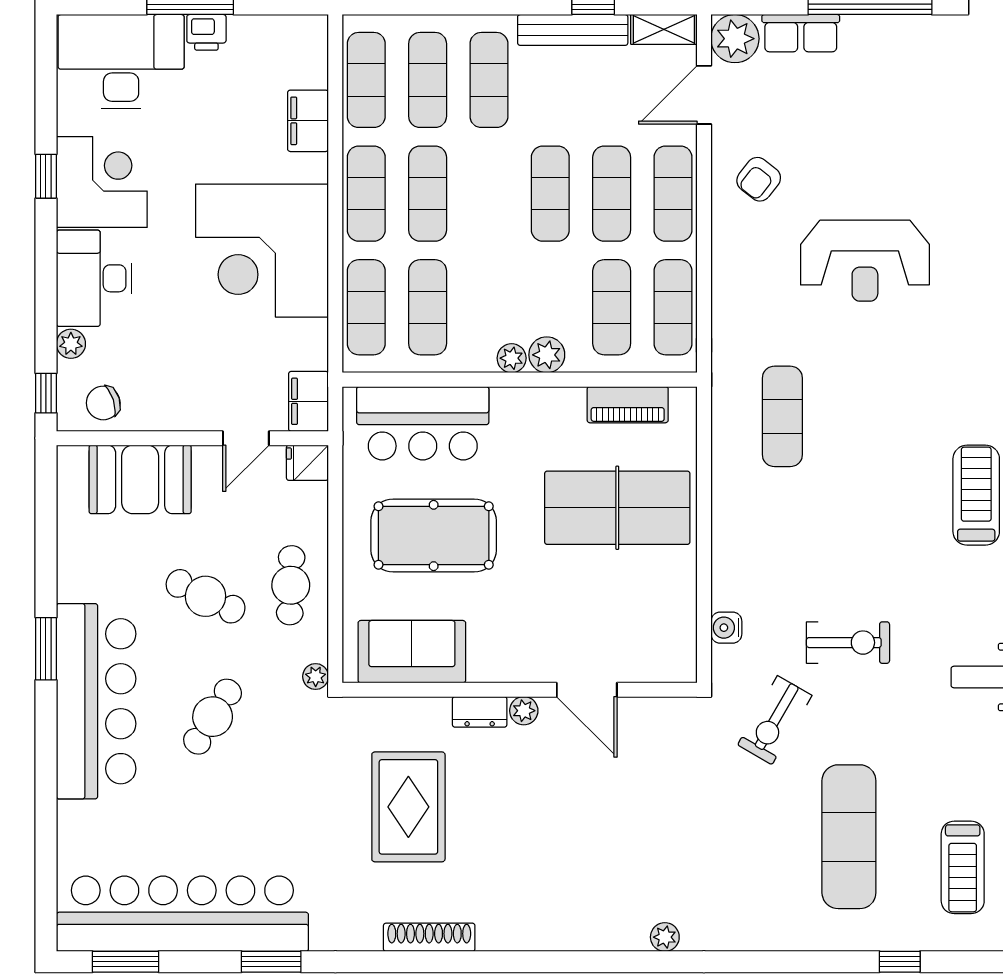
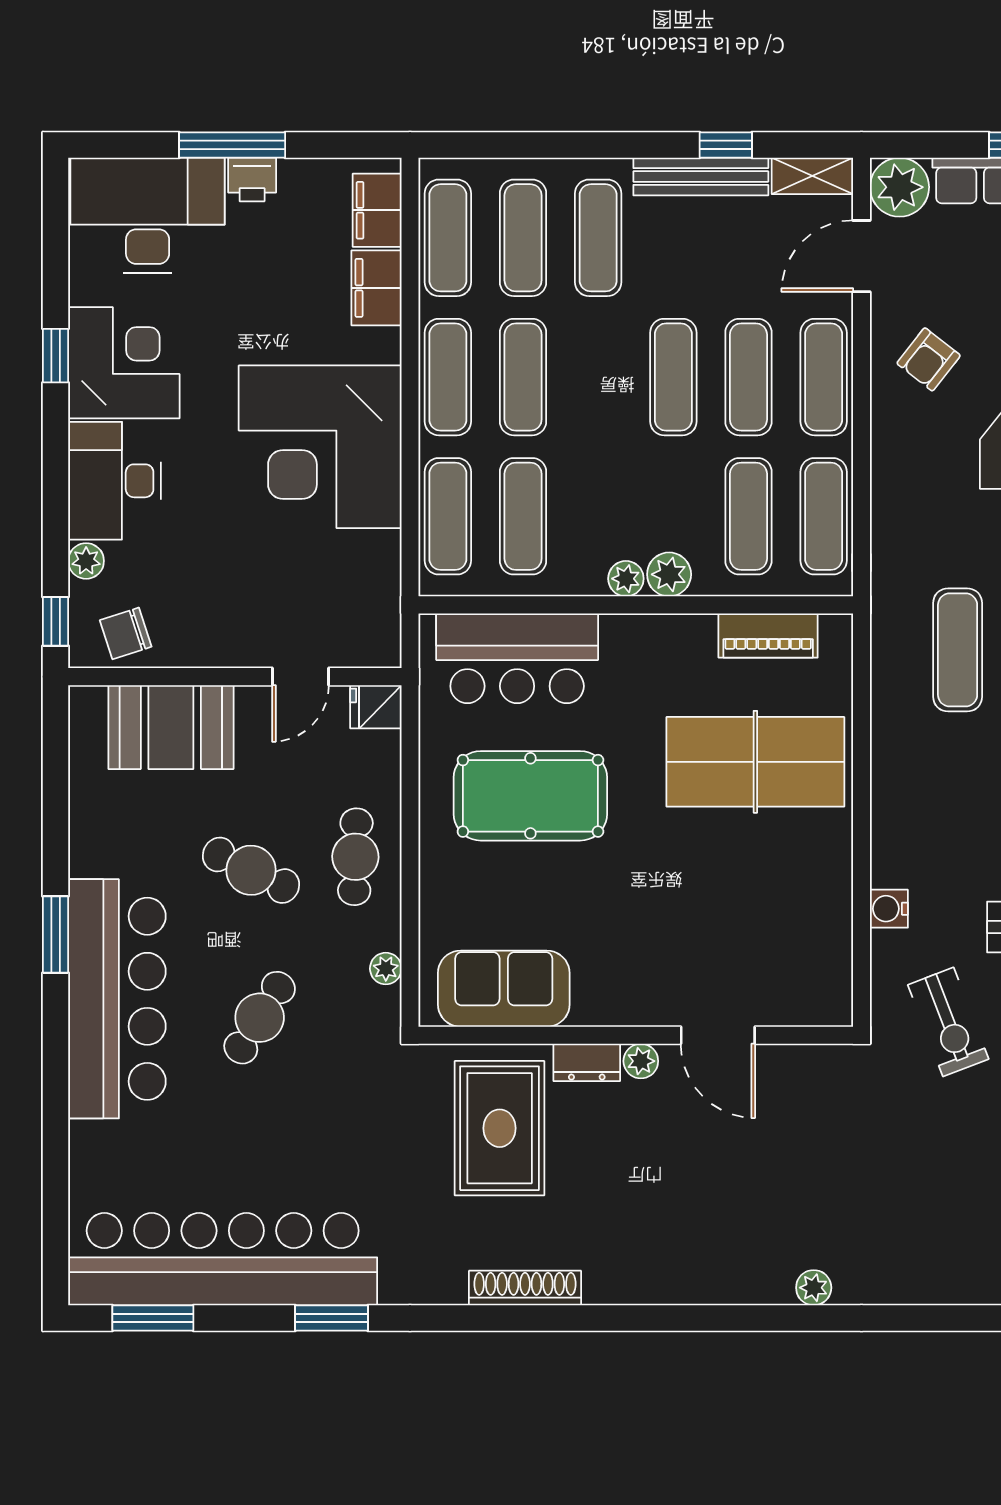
filing cabinet: (308, 401) -> (377, 210), moved
sofa: (412, 652) -> (504, 989), moved
wall: (520, 690) -> (636, 1035), moved
door: (587, 690) -> (718, 1035), moved
plant: (524, 711) -> (641, 1061), moved
dresser: (480, 712) -> (587, 1062), moved
exercise bike: (775, 720) -> (948, 1022), turned -51

